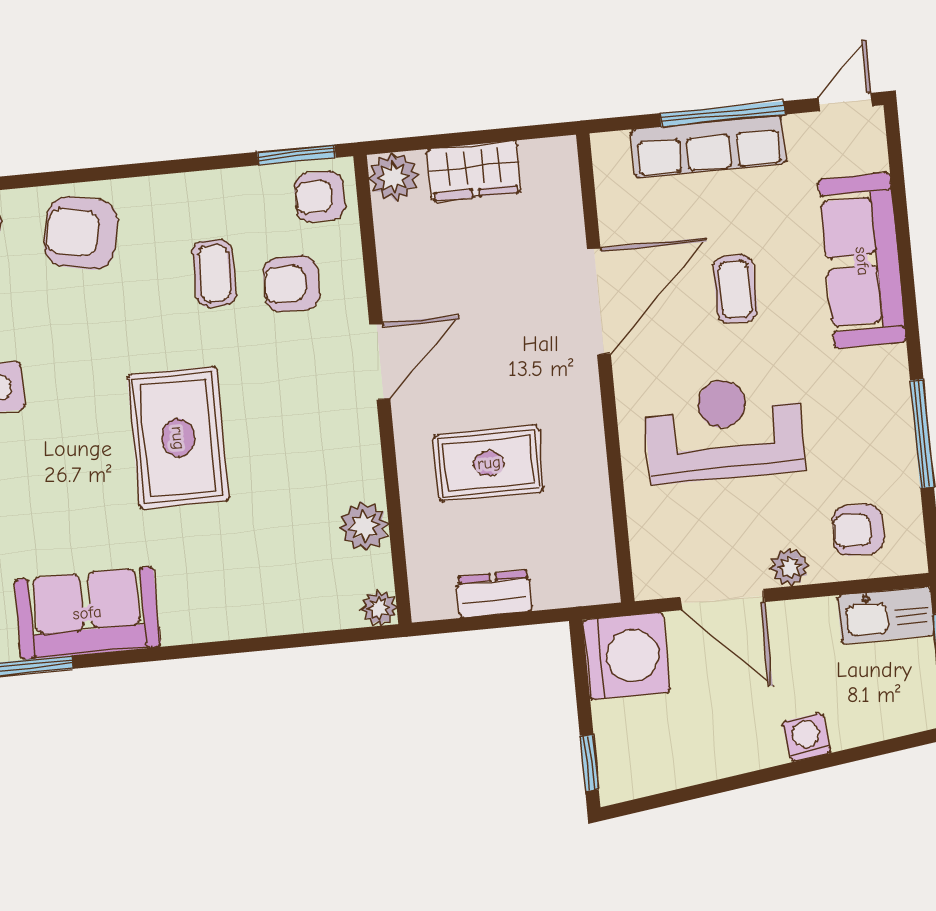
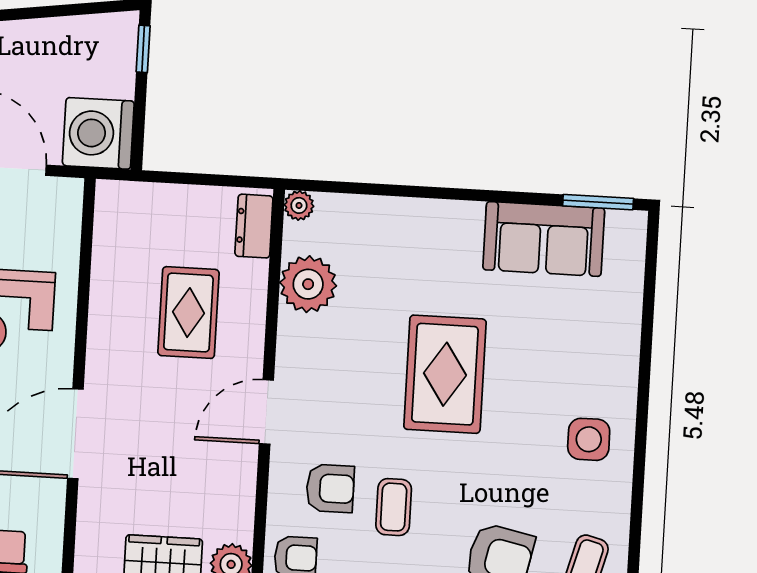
rug: (489, 463) -> (188, 313), turned 90
plant: (364, 526) -> (308, 284), width x1.36, depth x1.36
dresser: (494, 594) -> (254, 226), moved, turned 90

